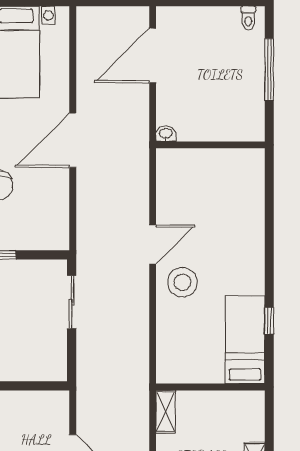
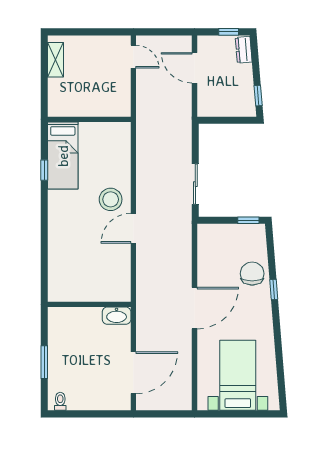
window: (269, 69) -> (44, 362), width x0.69
washbasin: (166, 134) -> (117, 316), width x1.91, depth x1.45
shelving: (166, 412) -> (123, 100), removed

